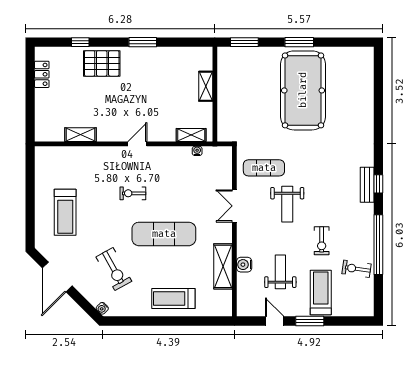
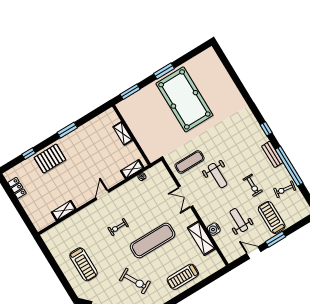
bench: (367, 185) -> (272, 154), moved

